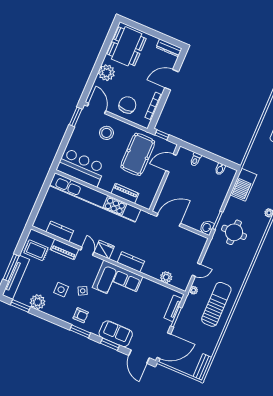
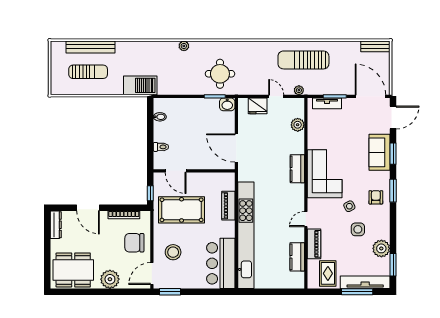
barbecue: (243, 185) -> (140, 85), moved
fridge: (104, 249) -> (258, 106), moved, turned -90

